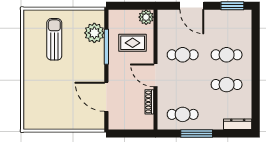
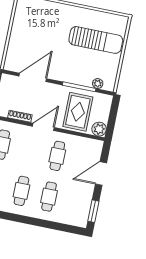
plant: (94, 33) -> (98, 84), width x0.53, depth x0.53
sun lounger: (54, 39) -> (96, 40), width x1.36, depth x1.34
rug: (133, 43) -> (78, 112), width x1.36, depth x1.43

